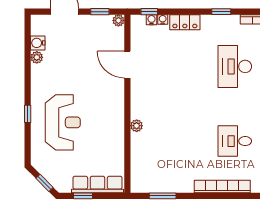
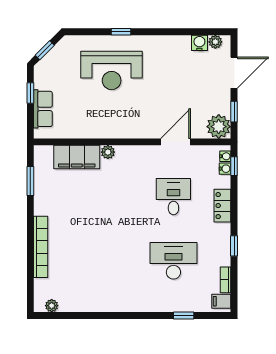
plant: (118, 20) -> (219, 127), width x1.88, depth x1.88
water cooler: (163, 20) -> (225, 156), moved
plant: (37, 57) -> (215, 42), moved
desk: (235, 141) -> (173, 197), moved
filing cabinet: (141, 154) -> (77, 157), added
row of seats: (97, 184) -> (43, 109), width x0.68

